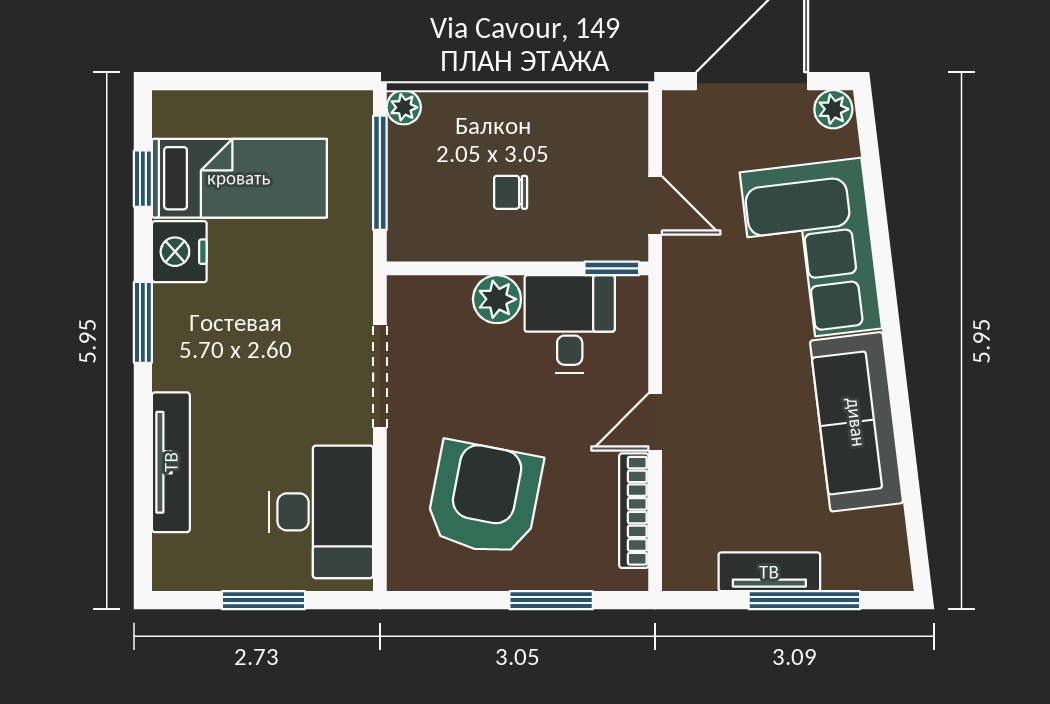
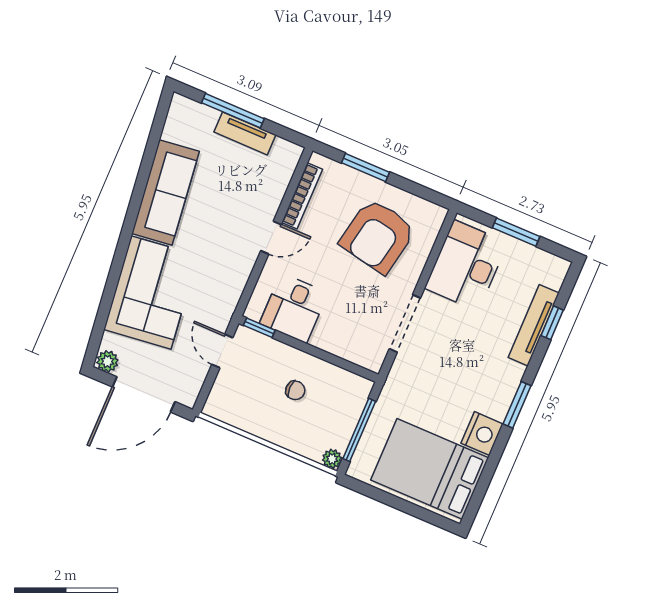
bed: (239, 178) -> (430, 469), width x1.50
window: (143, 179) -> (552, 323), moved
plant: (497, 299) -> (326, 337), removed

